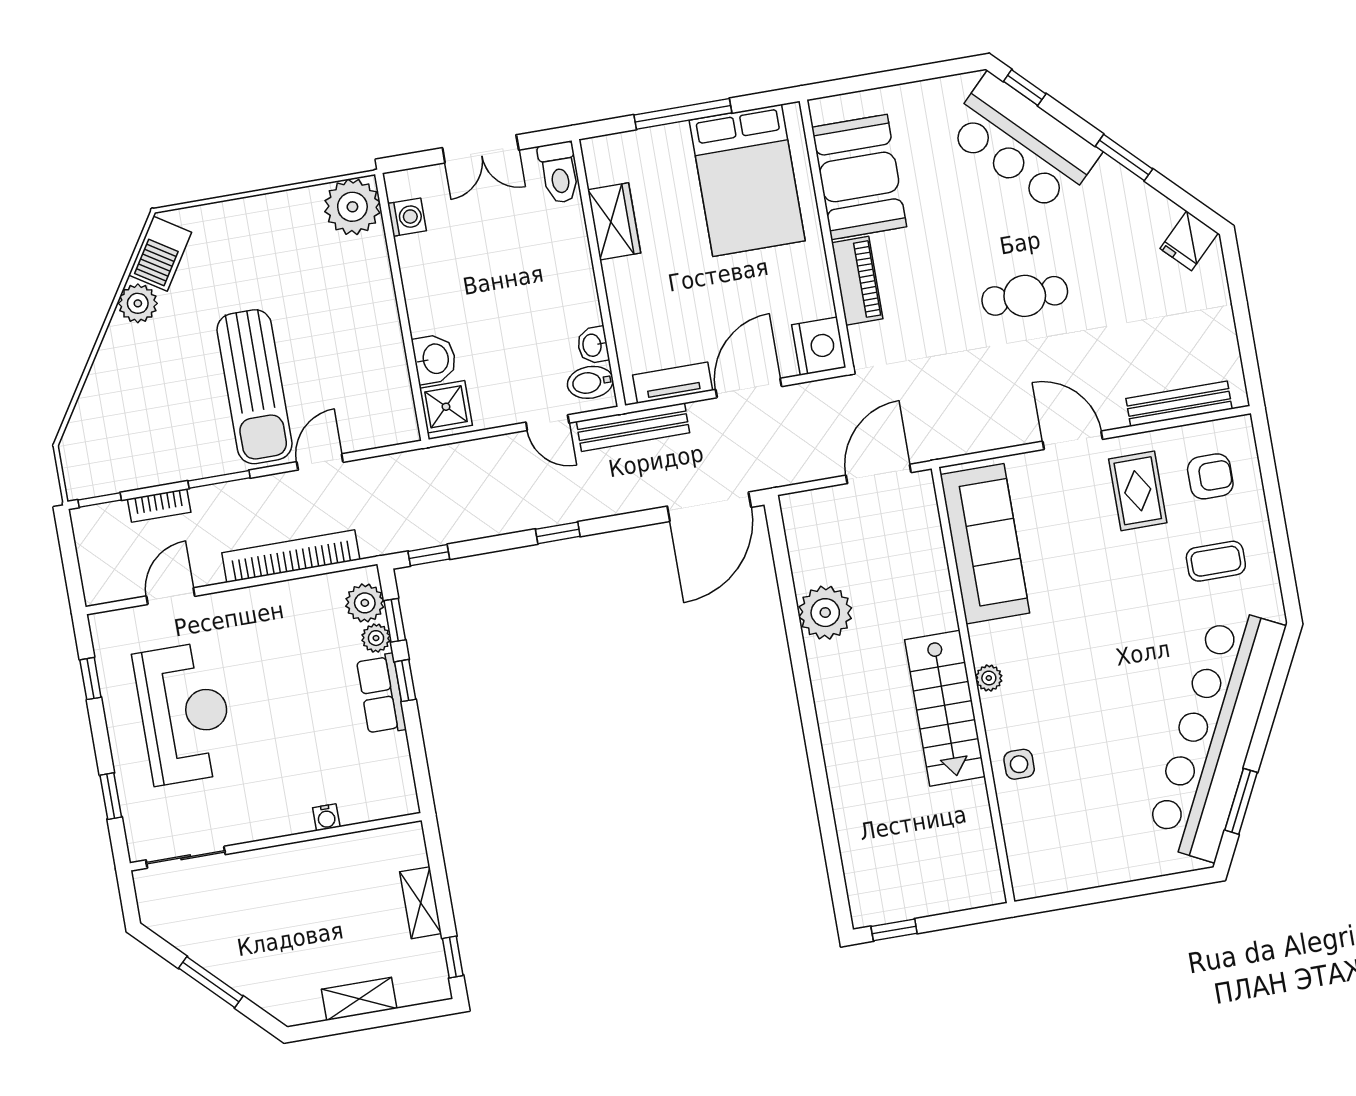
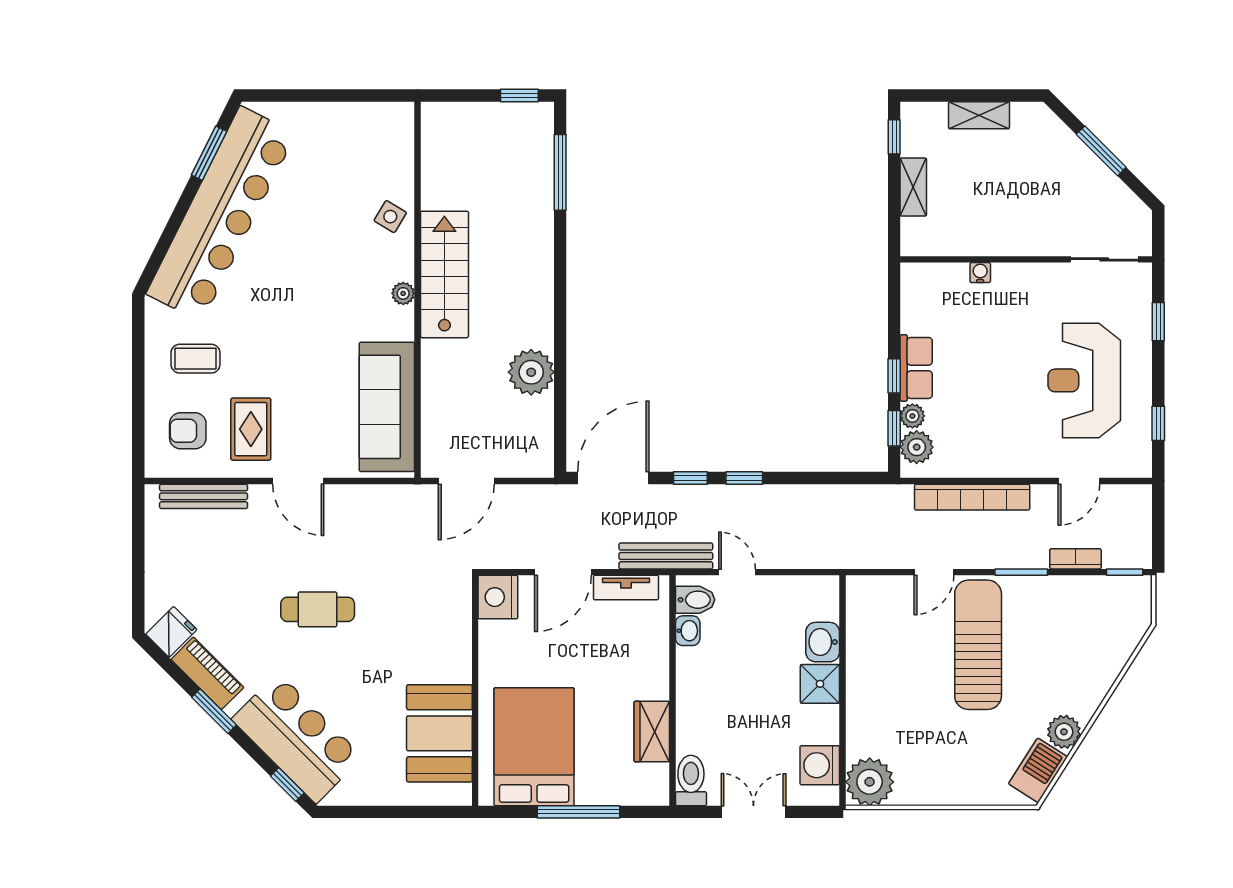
washing machine: (407, 217) -> (820, 765), width x1.38, depth x1.38
piano: (857, 281) -> (207, 673), moved, turned 135
shower: (446, 407) -> (820, 684), moved
window: (429, 555) -> (690, 478), moved
side table: (1019, 764) -> (390, 217), turned 31
window: (832, 849) -> (560, 172), added

